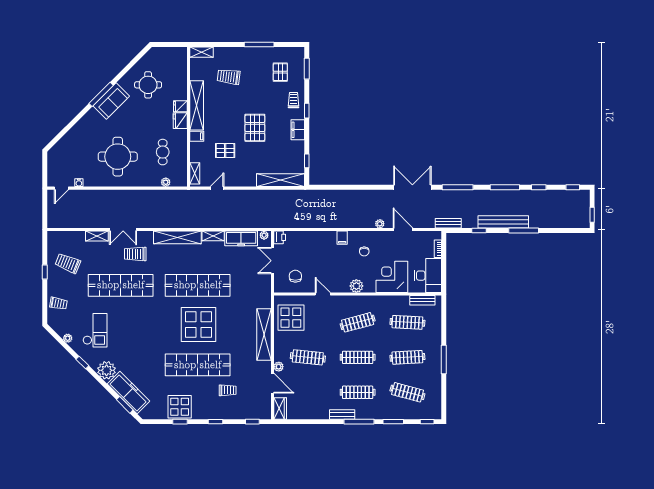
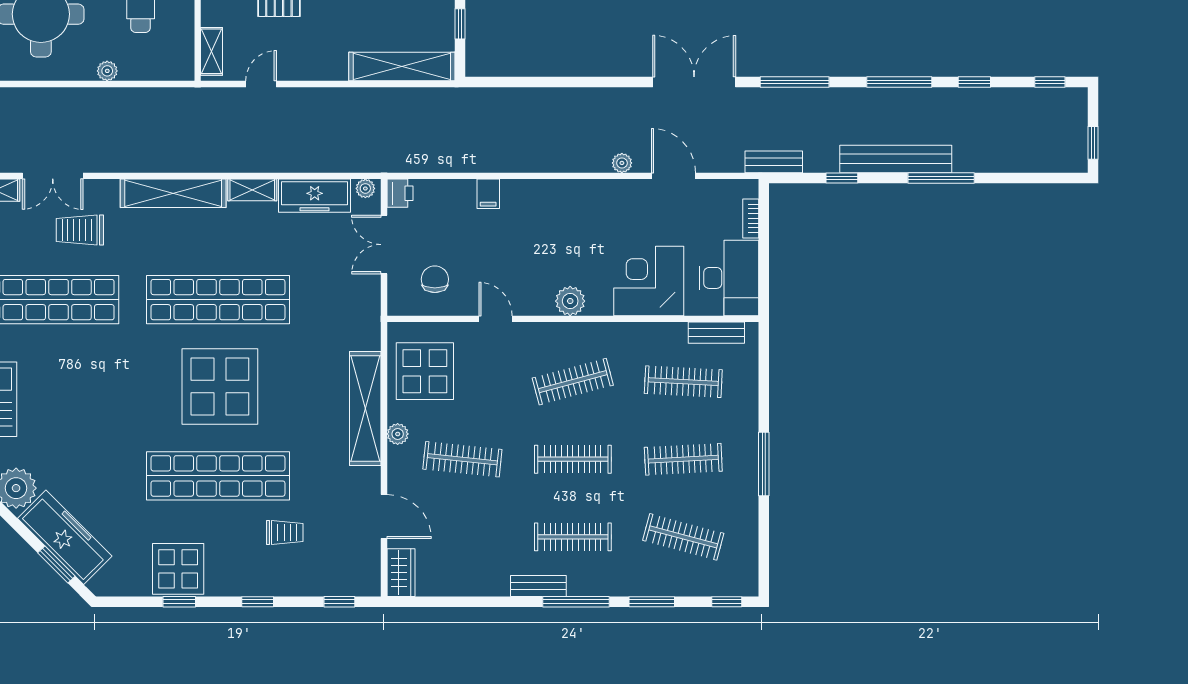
plant: (166, 182) -> (107, 71), moved
filing cabinet: (342, 238) -> (488, 194), moved
chair: (364, 251) -> (587, 224), removed
plant: (279, 367) -> (398, 434), moved

